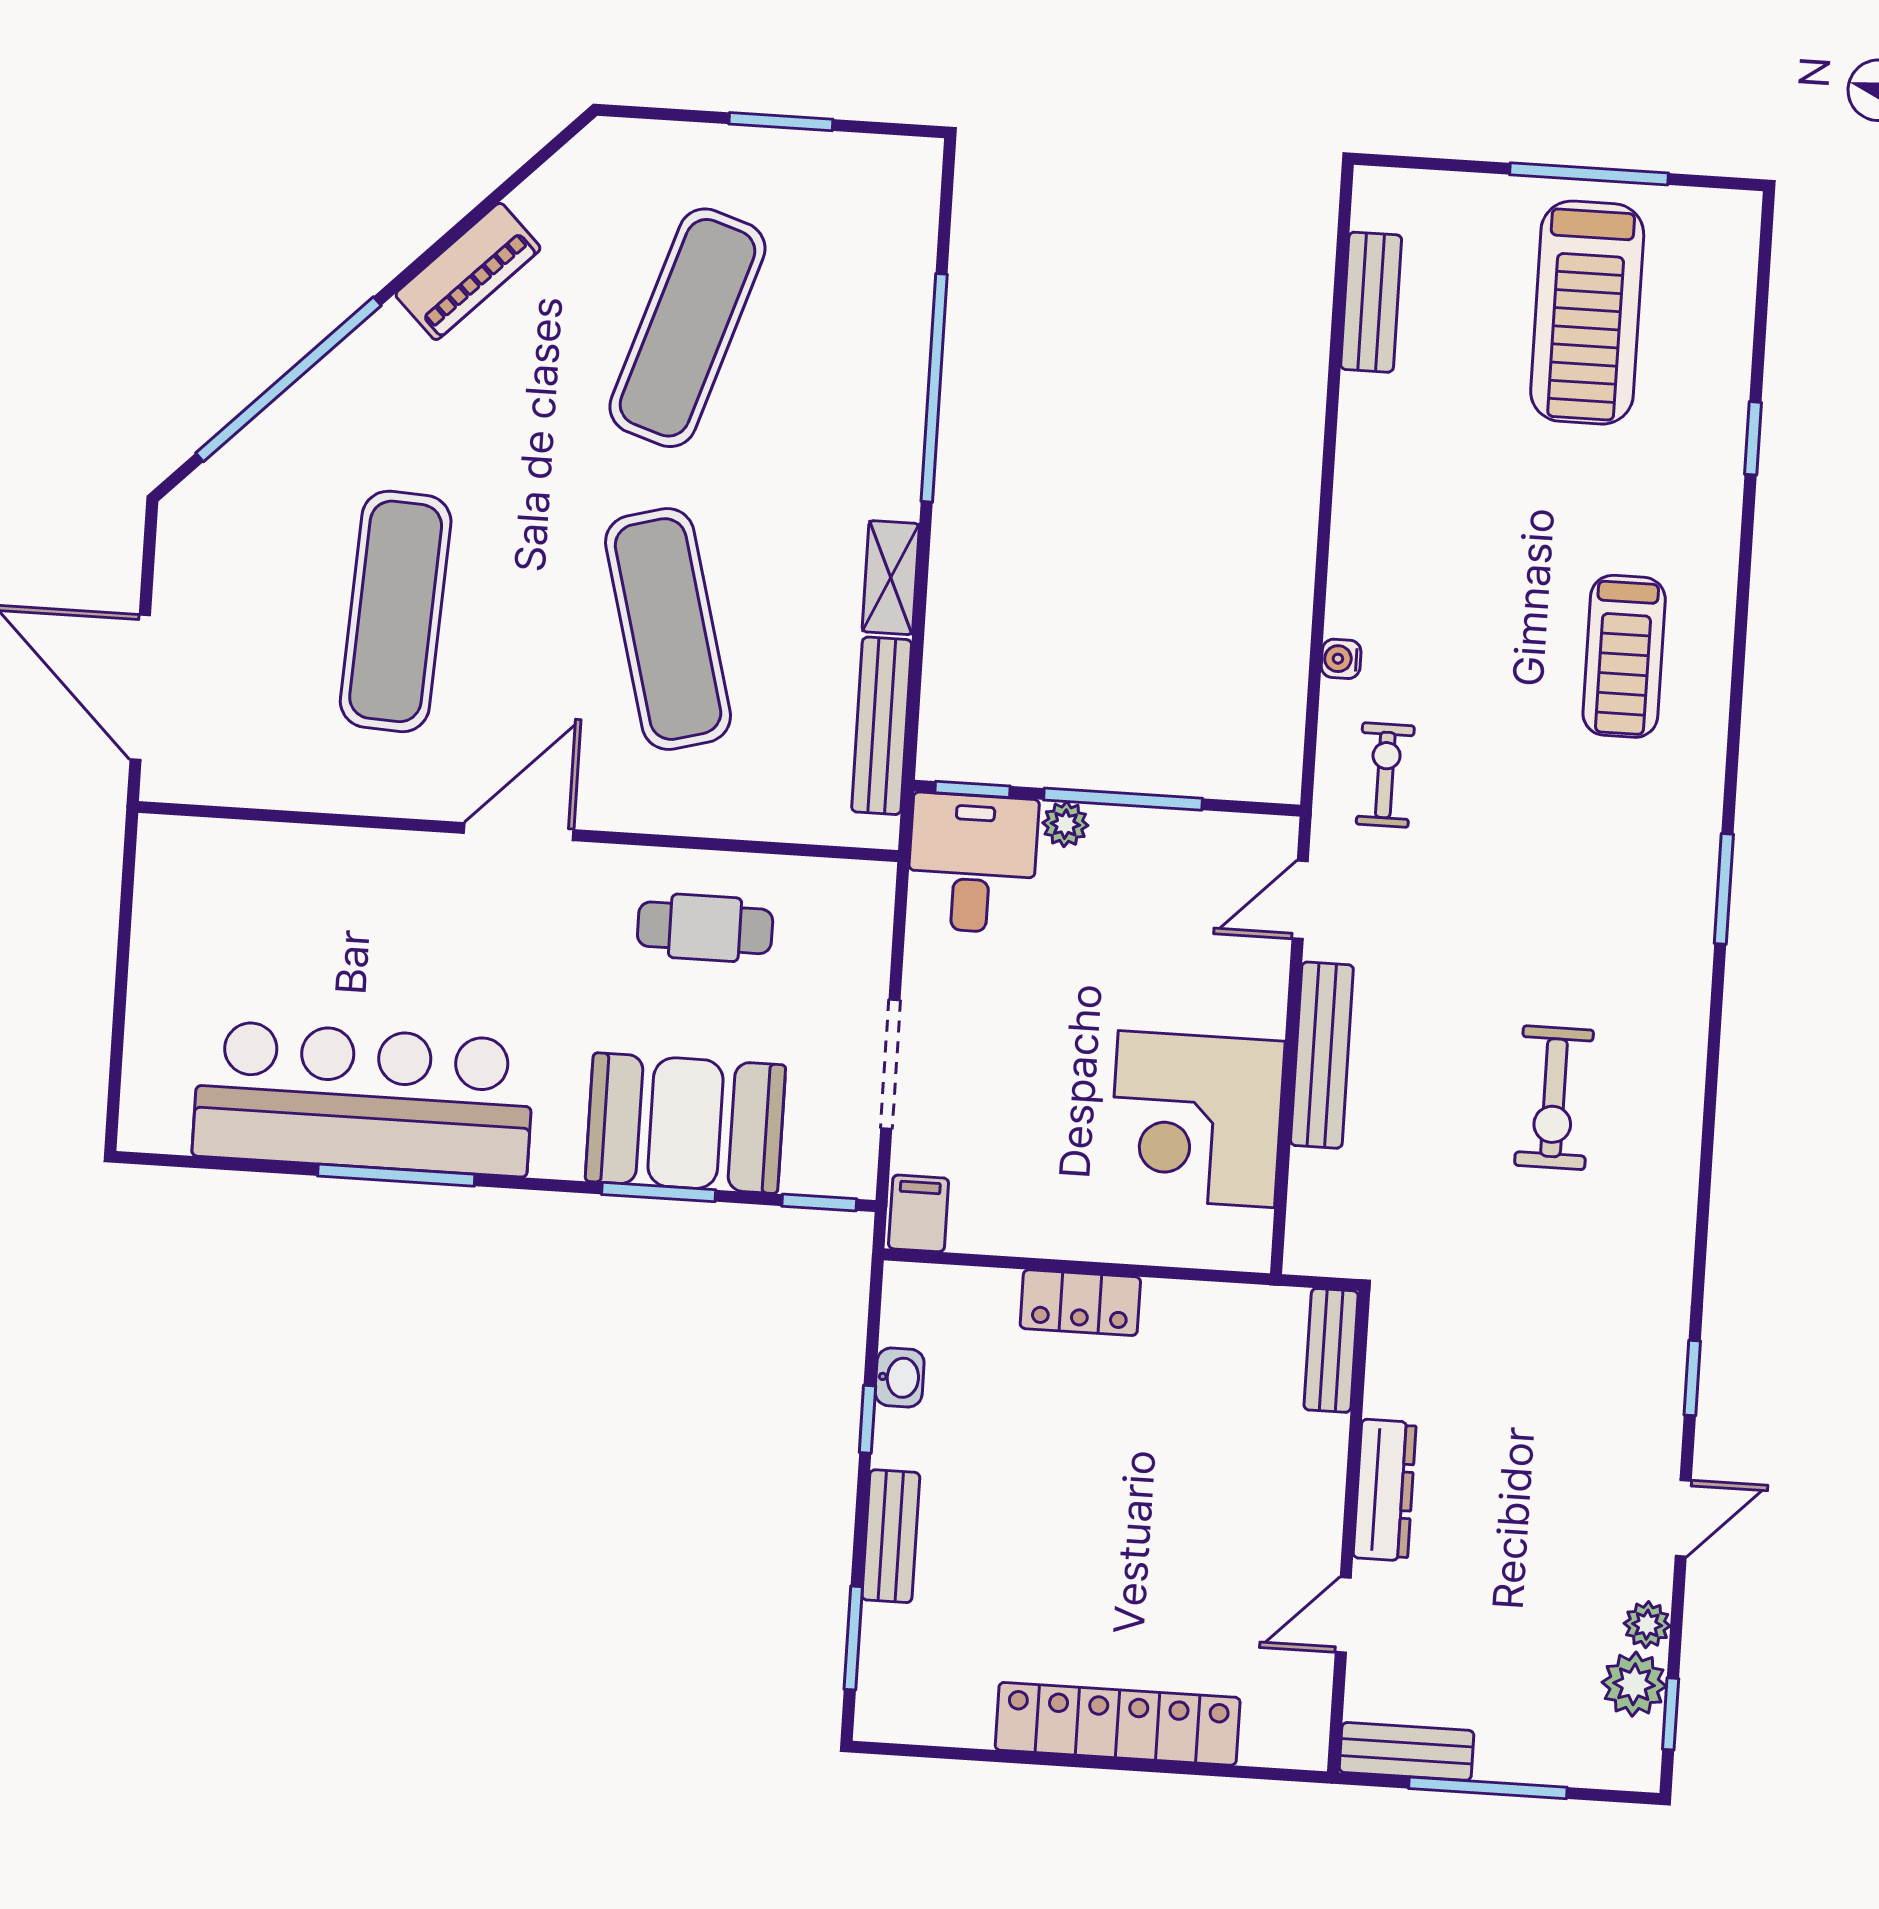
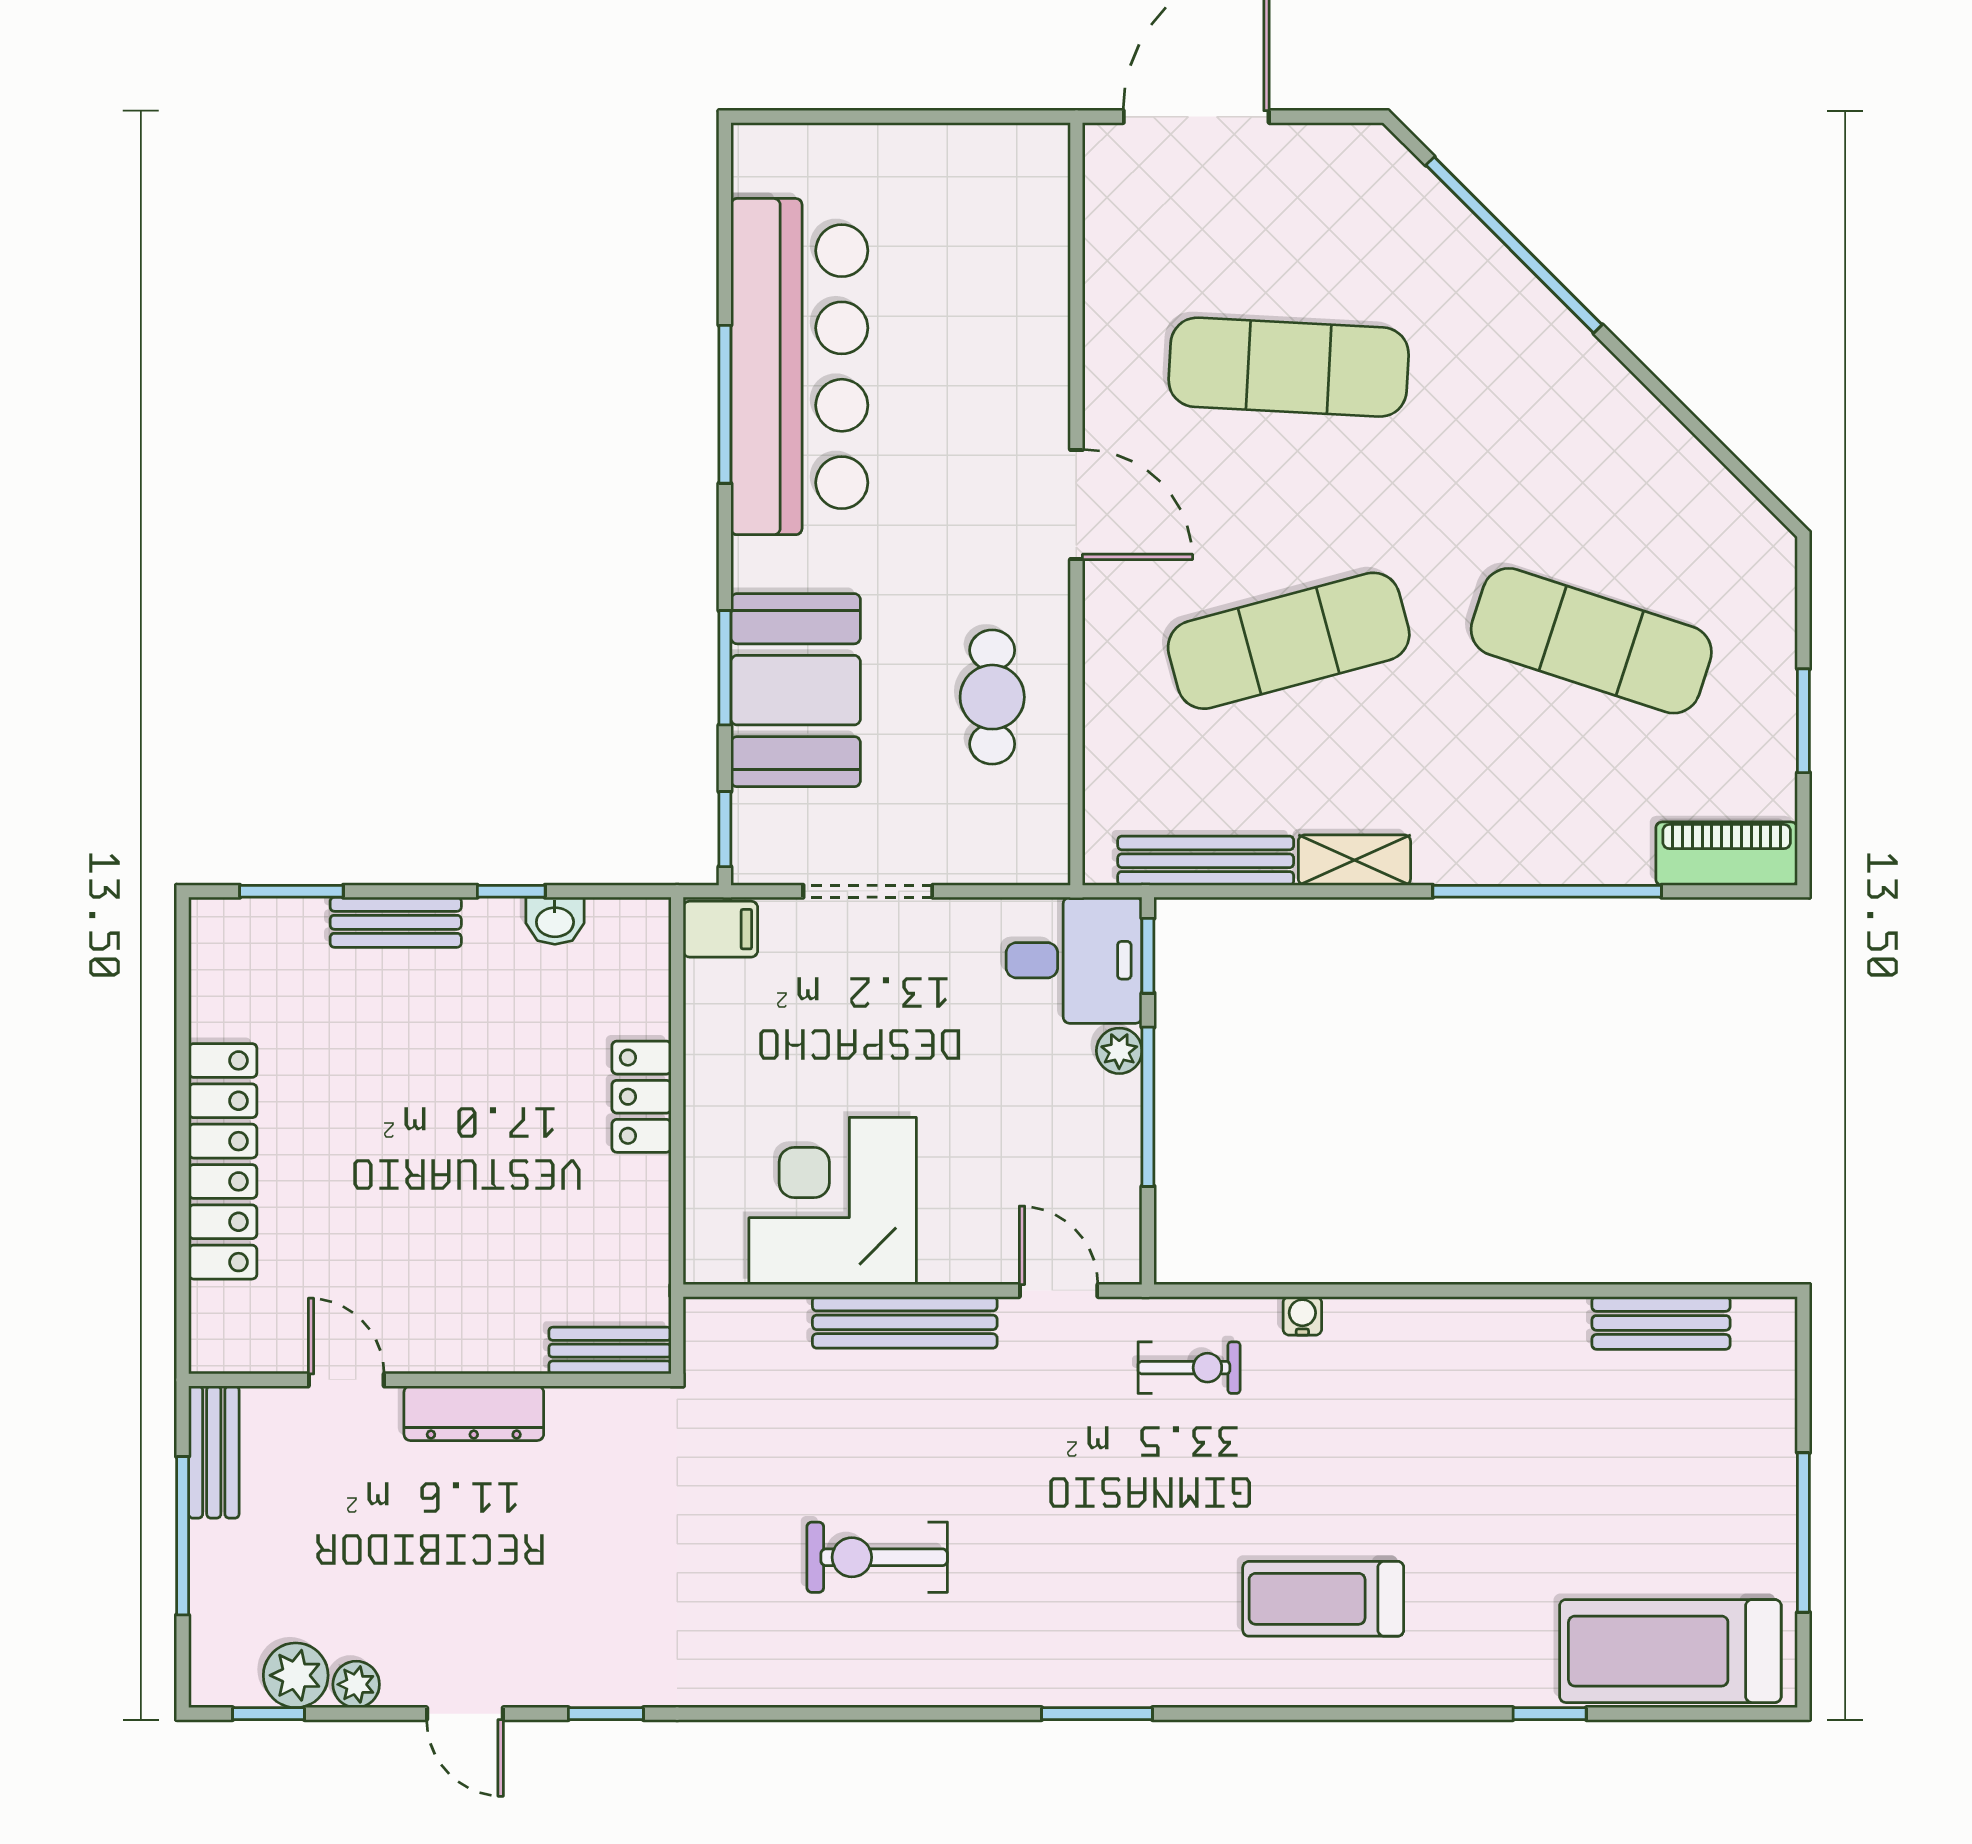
piano: (468, 271) -> (1727, 854), moved, turned 135
treadmill: (1587, 313) -> (1670, 1651), moved

